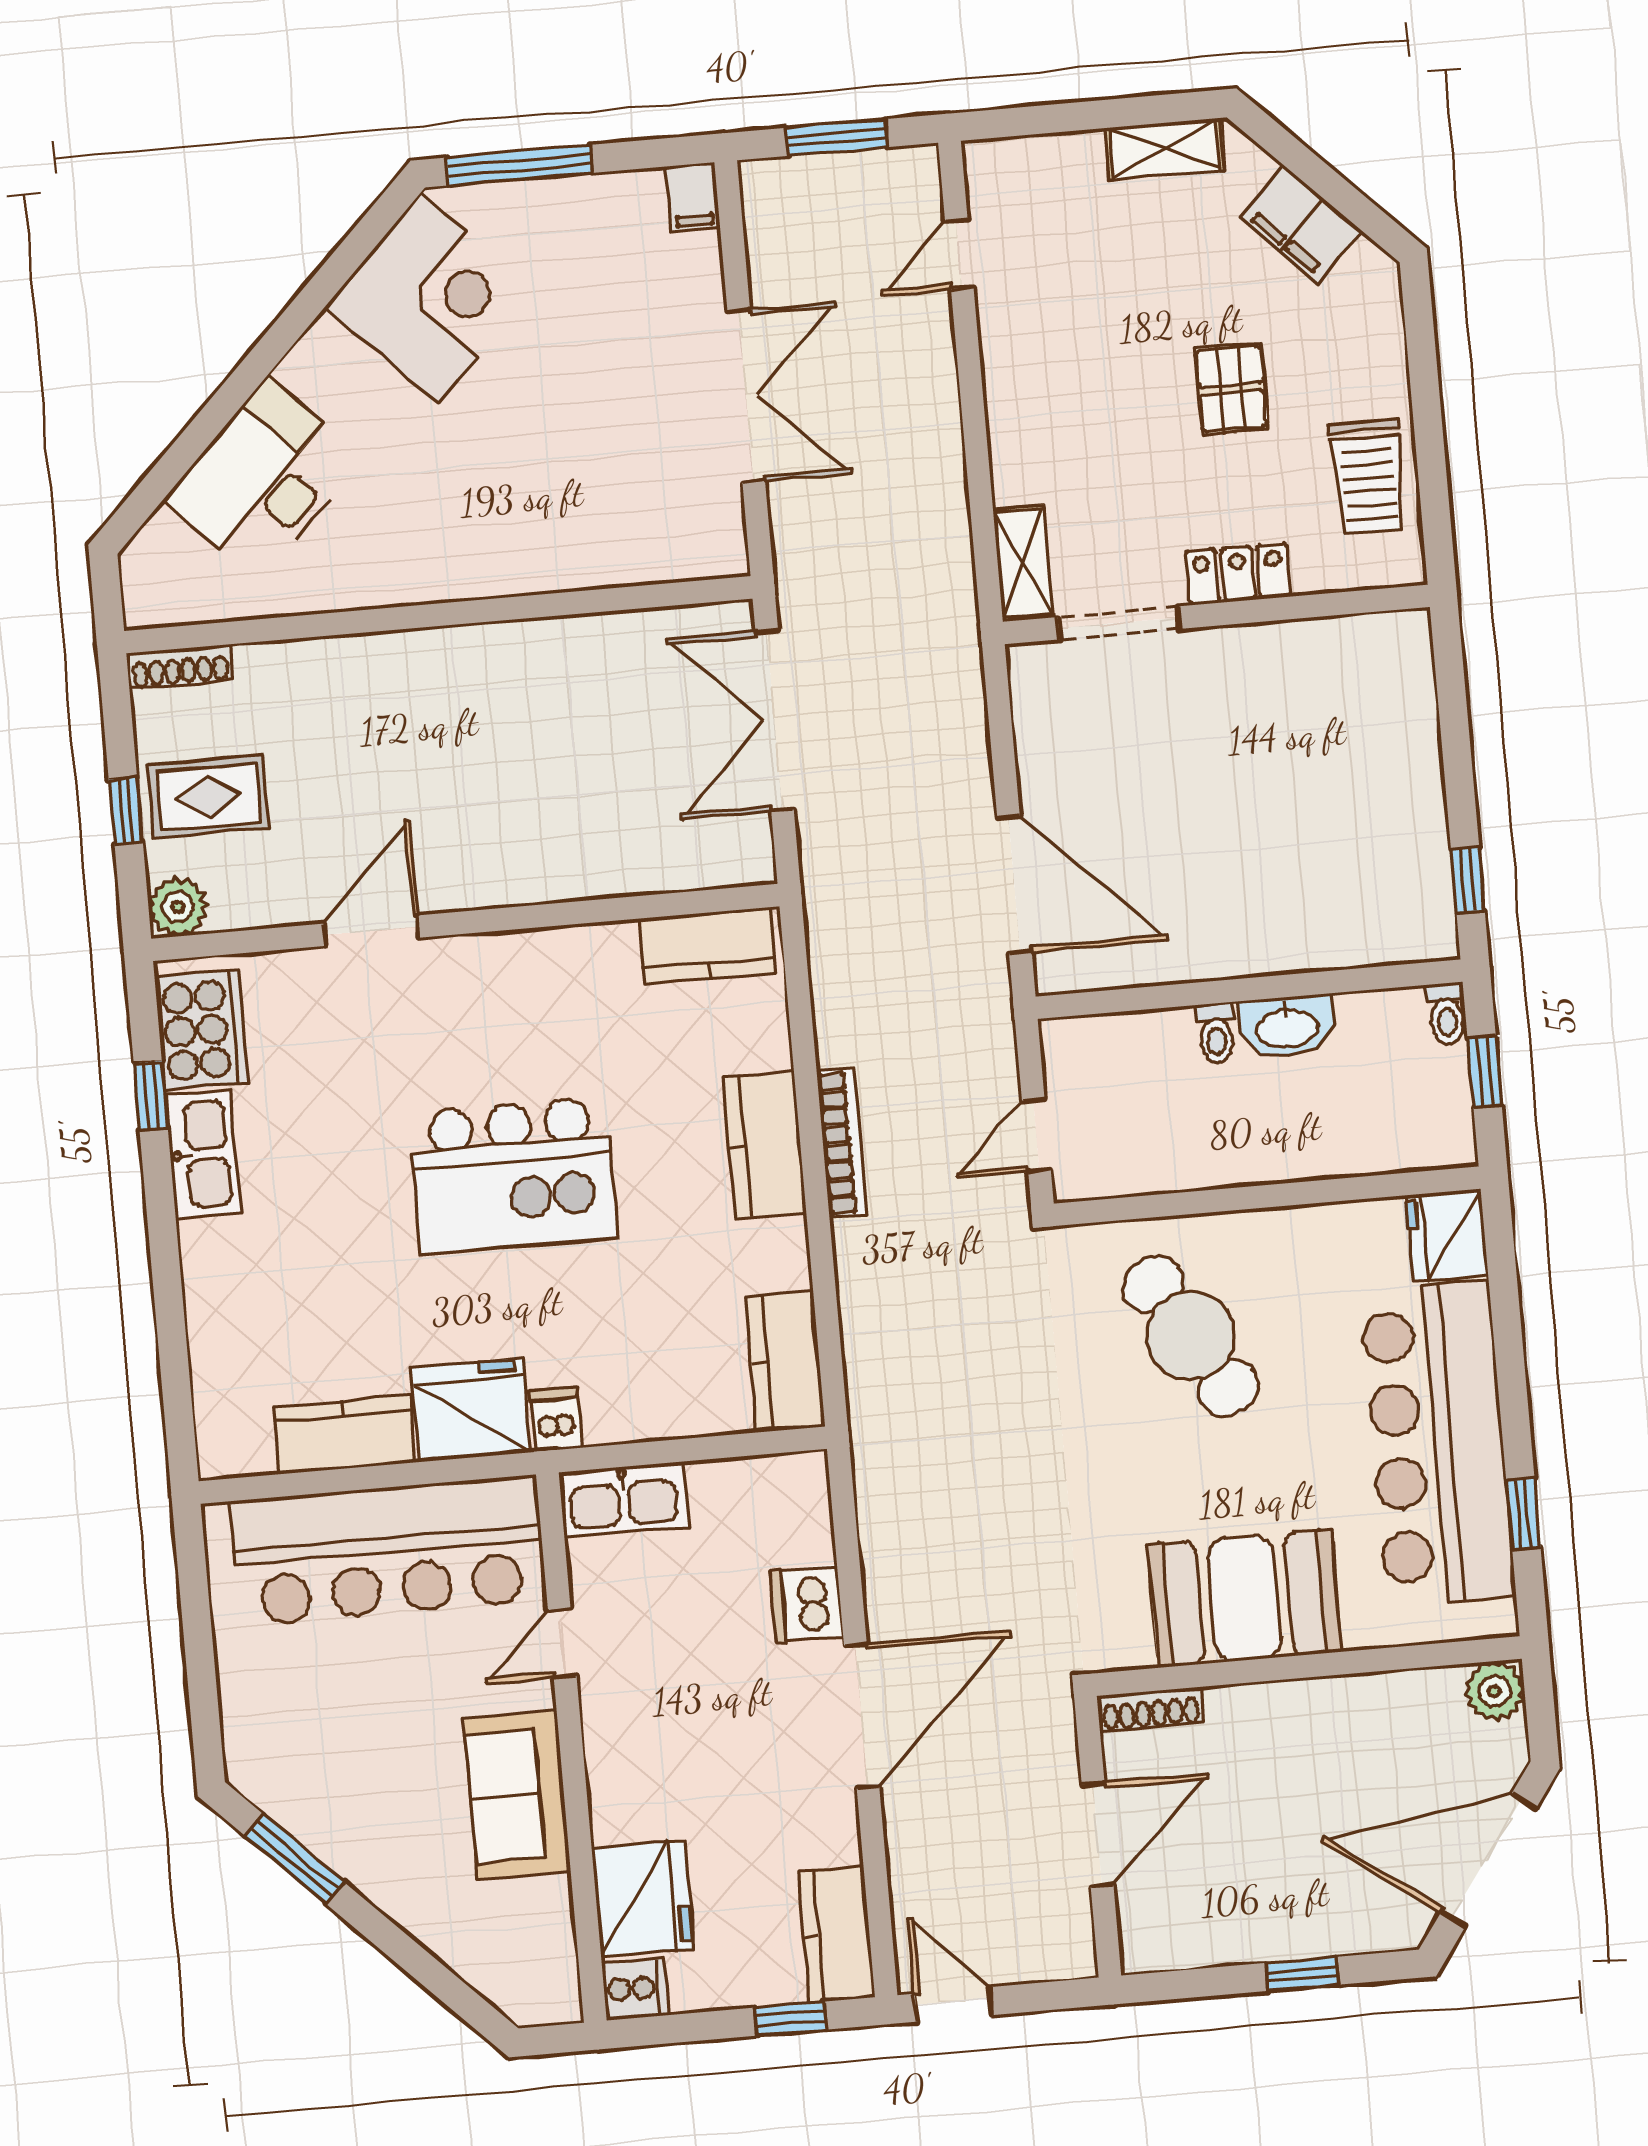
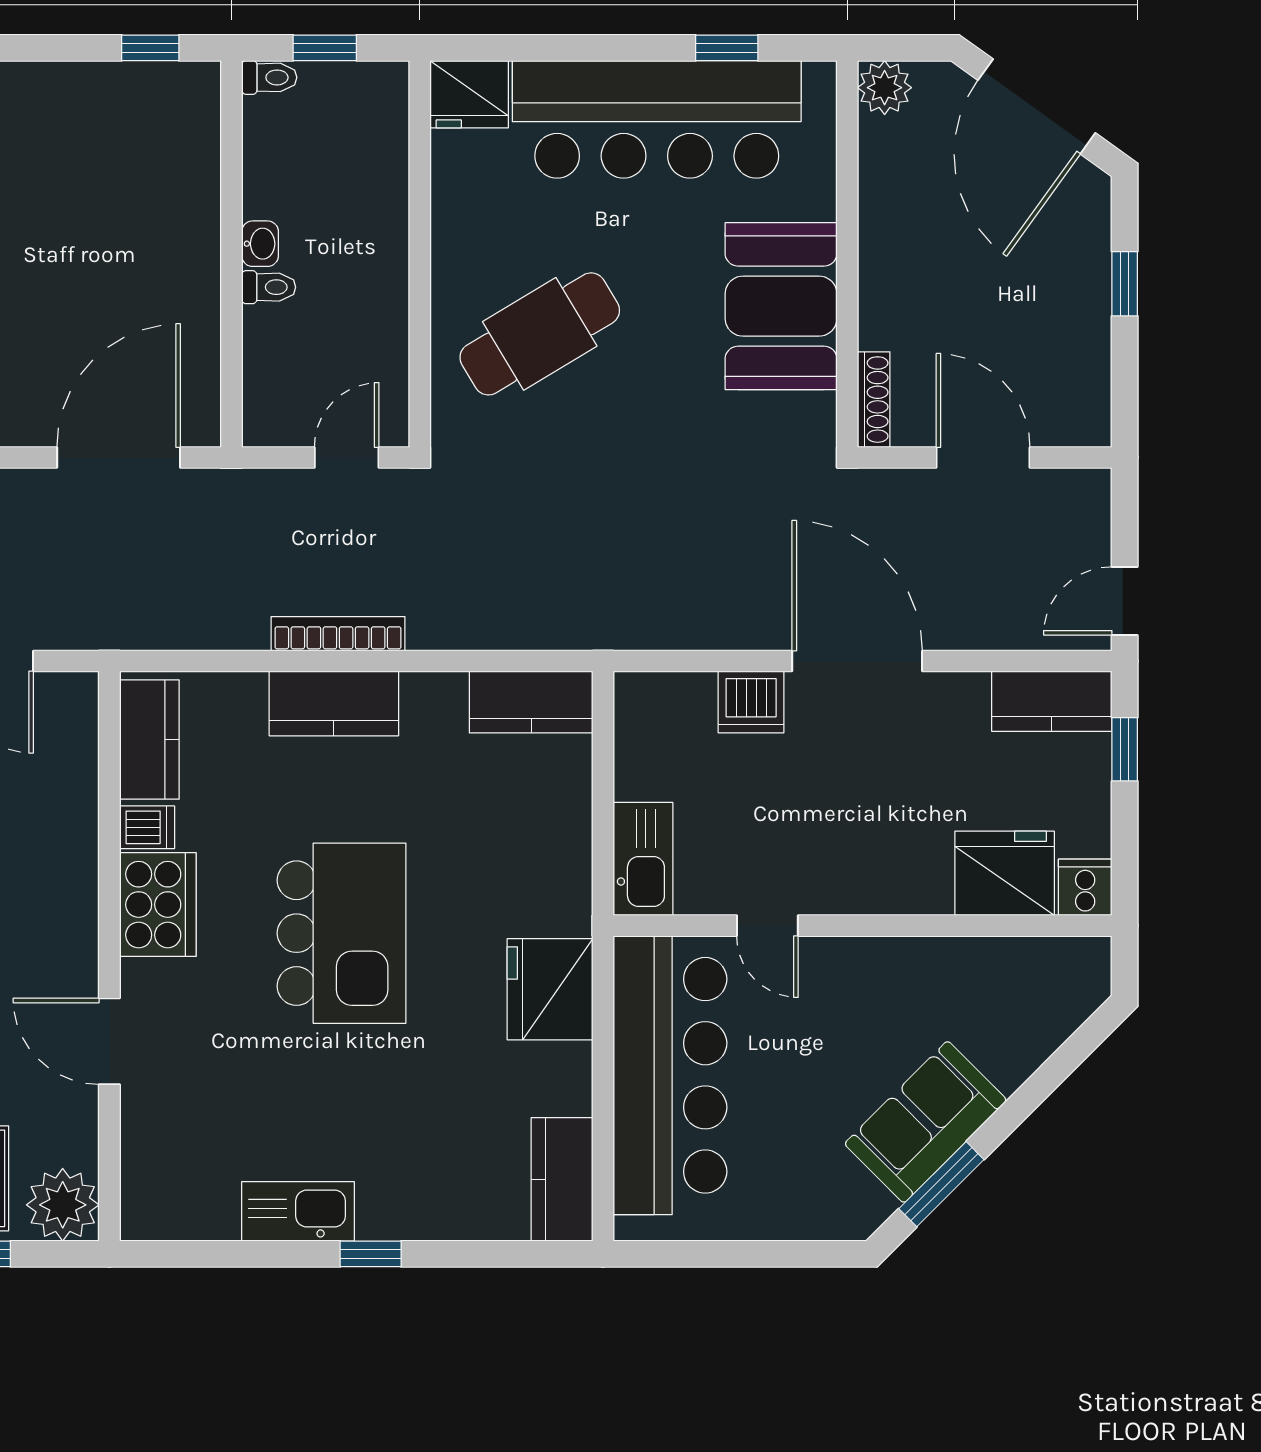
plant: (178, 907) -> (63, 1205), width x1.36, depth x1.36
washbasin: (1287, 1027) -> (260, 244), width x0.52, depth x0.69
cooker: (201, 1030) -> (158, 905), moved, turned 90
window: (151, 1096) -> (371, 1254), moved
door: (1036, 1135) -> (347, 457), swing flipped
dishwasher: (556, 1420) -> (147, 827), moved, turned 180
kitchen counter: (345, 1434) -> (562, 1179), moved
sofa: (517, 1795) -> (926, 1122), moved, turned 135

